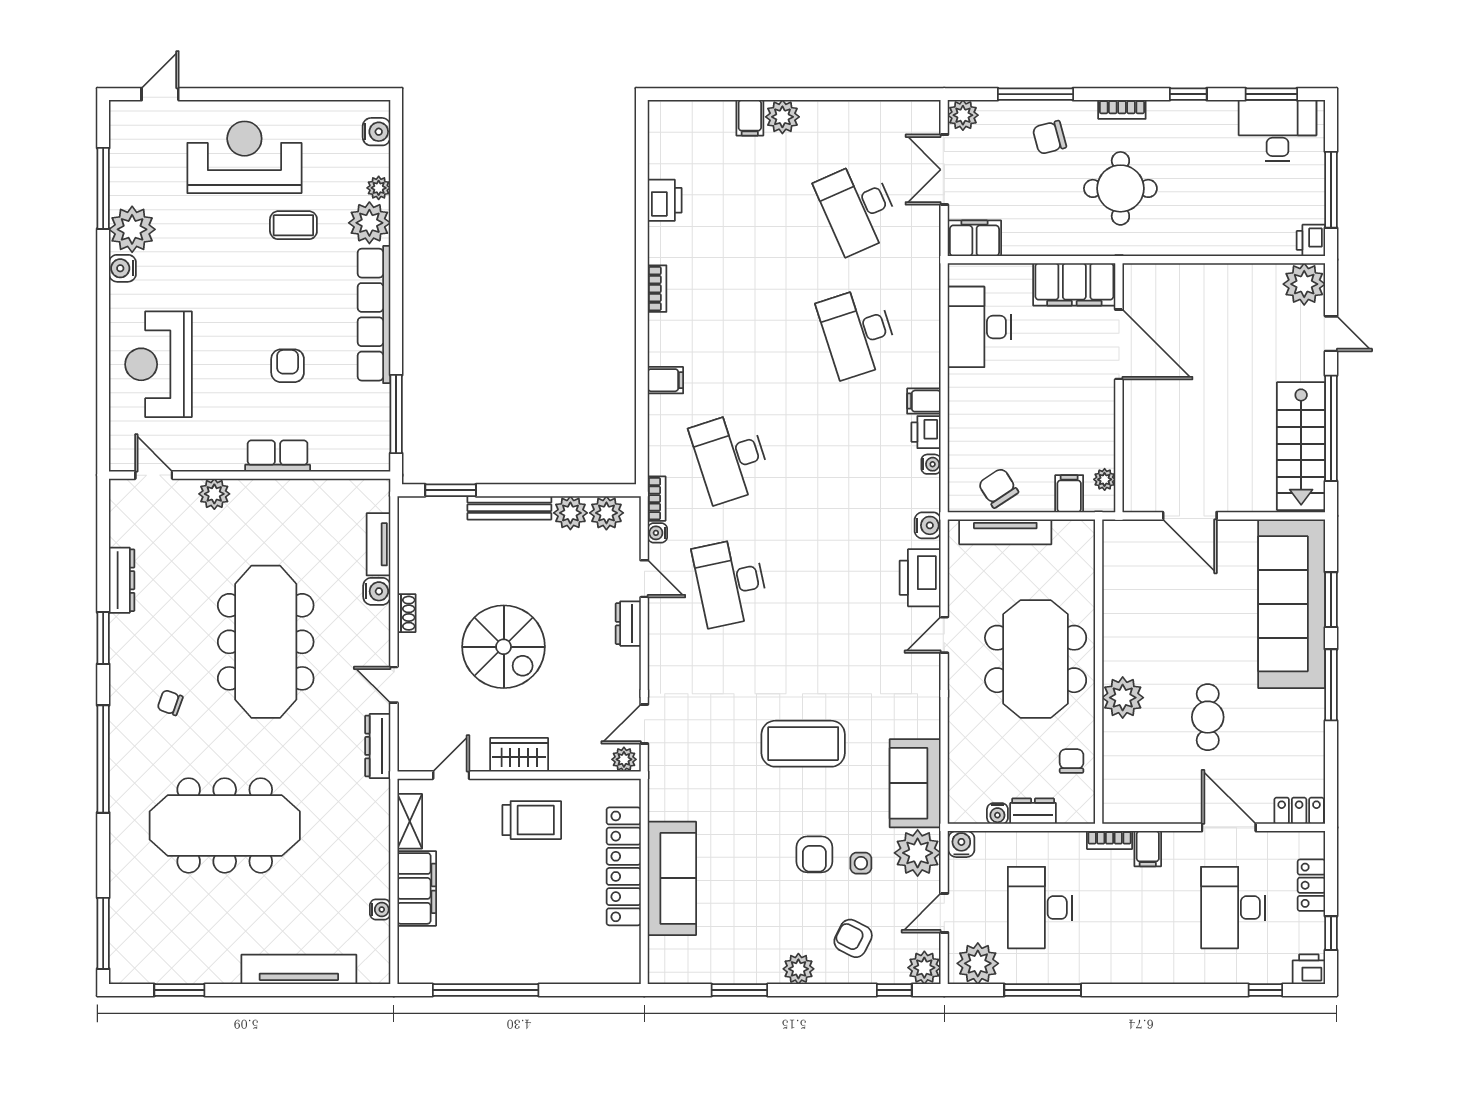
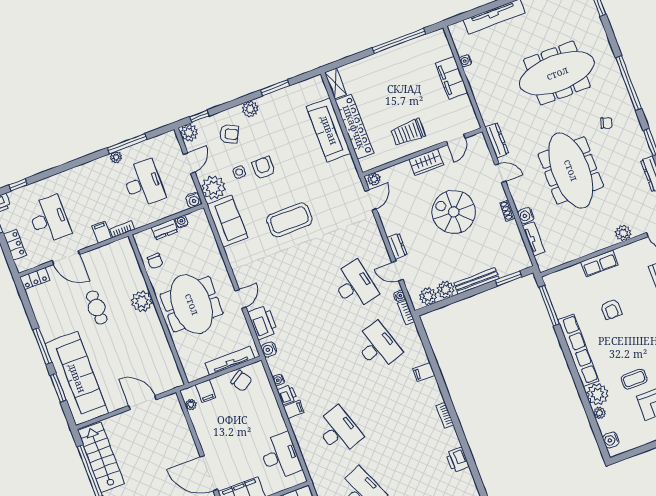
shelving: (410, 821) -> (335, 84), moved
plant: (978, 963) -> (116, 157), moved, width x0.53, depth x0.53

